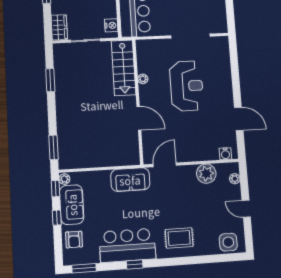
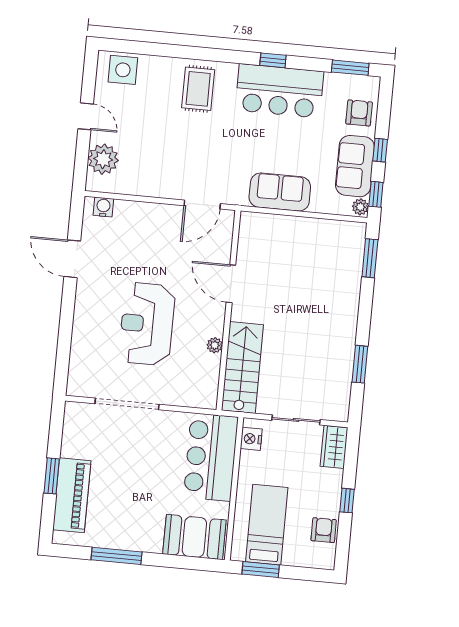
plant: (206, 174) -> (139, 181), removed
plant: (235, 179) -> (103, 159), width x1.88, depth x1.88
sofa: (130, 180) -> (280, 192), moved
rug: (179, 238) -> (198, 89), turned 90

